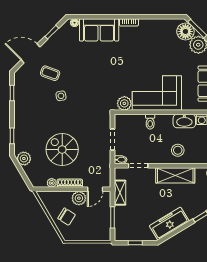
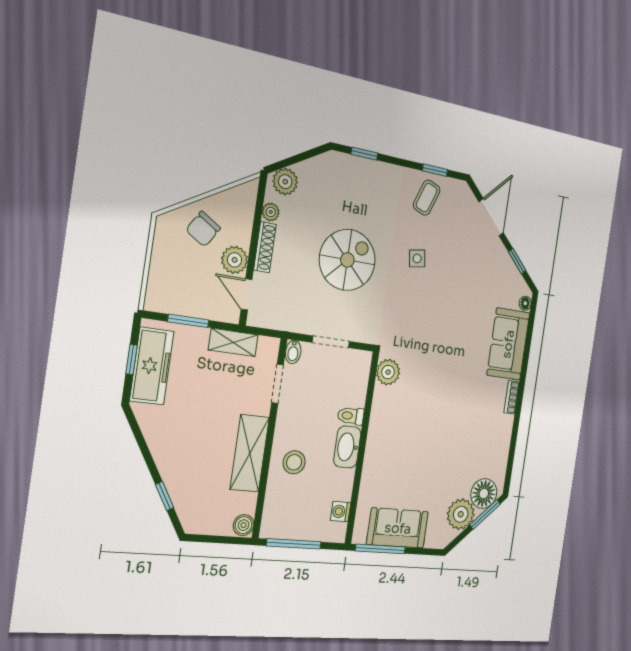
coffee table: (50, 73) -> (427, 198), moved
corner sofa: (157, 93) -> (396, 434), removed
washbasin: (184, 121) -> (347, 447), moved
spiral stairs: (62, 150) -> (347, 260), moved
plant: (24, 158) -> (285, 182), moved
freezer: (169, 223) -> (152, 366), moved, turned 31

